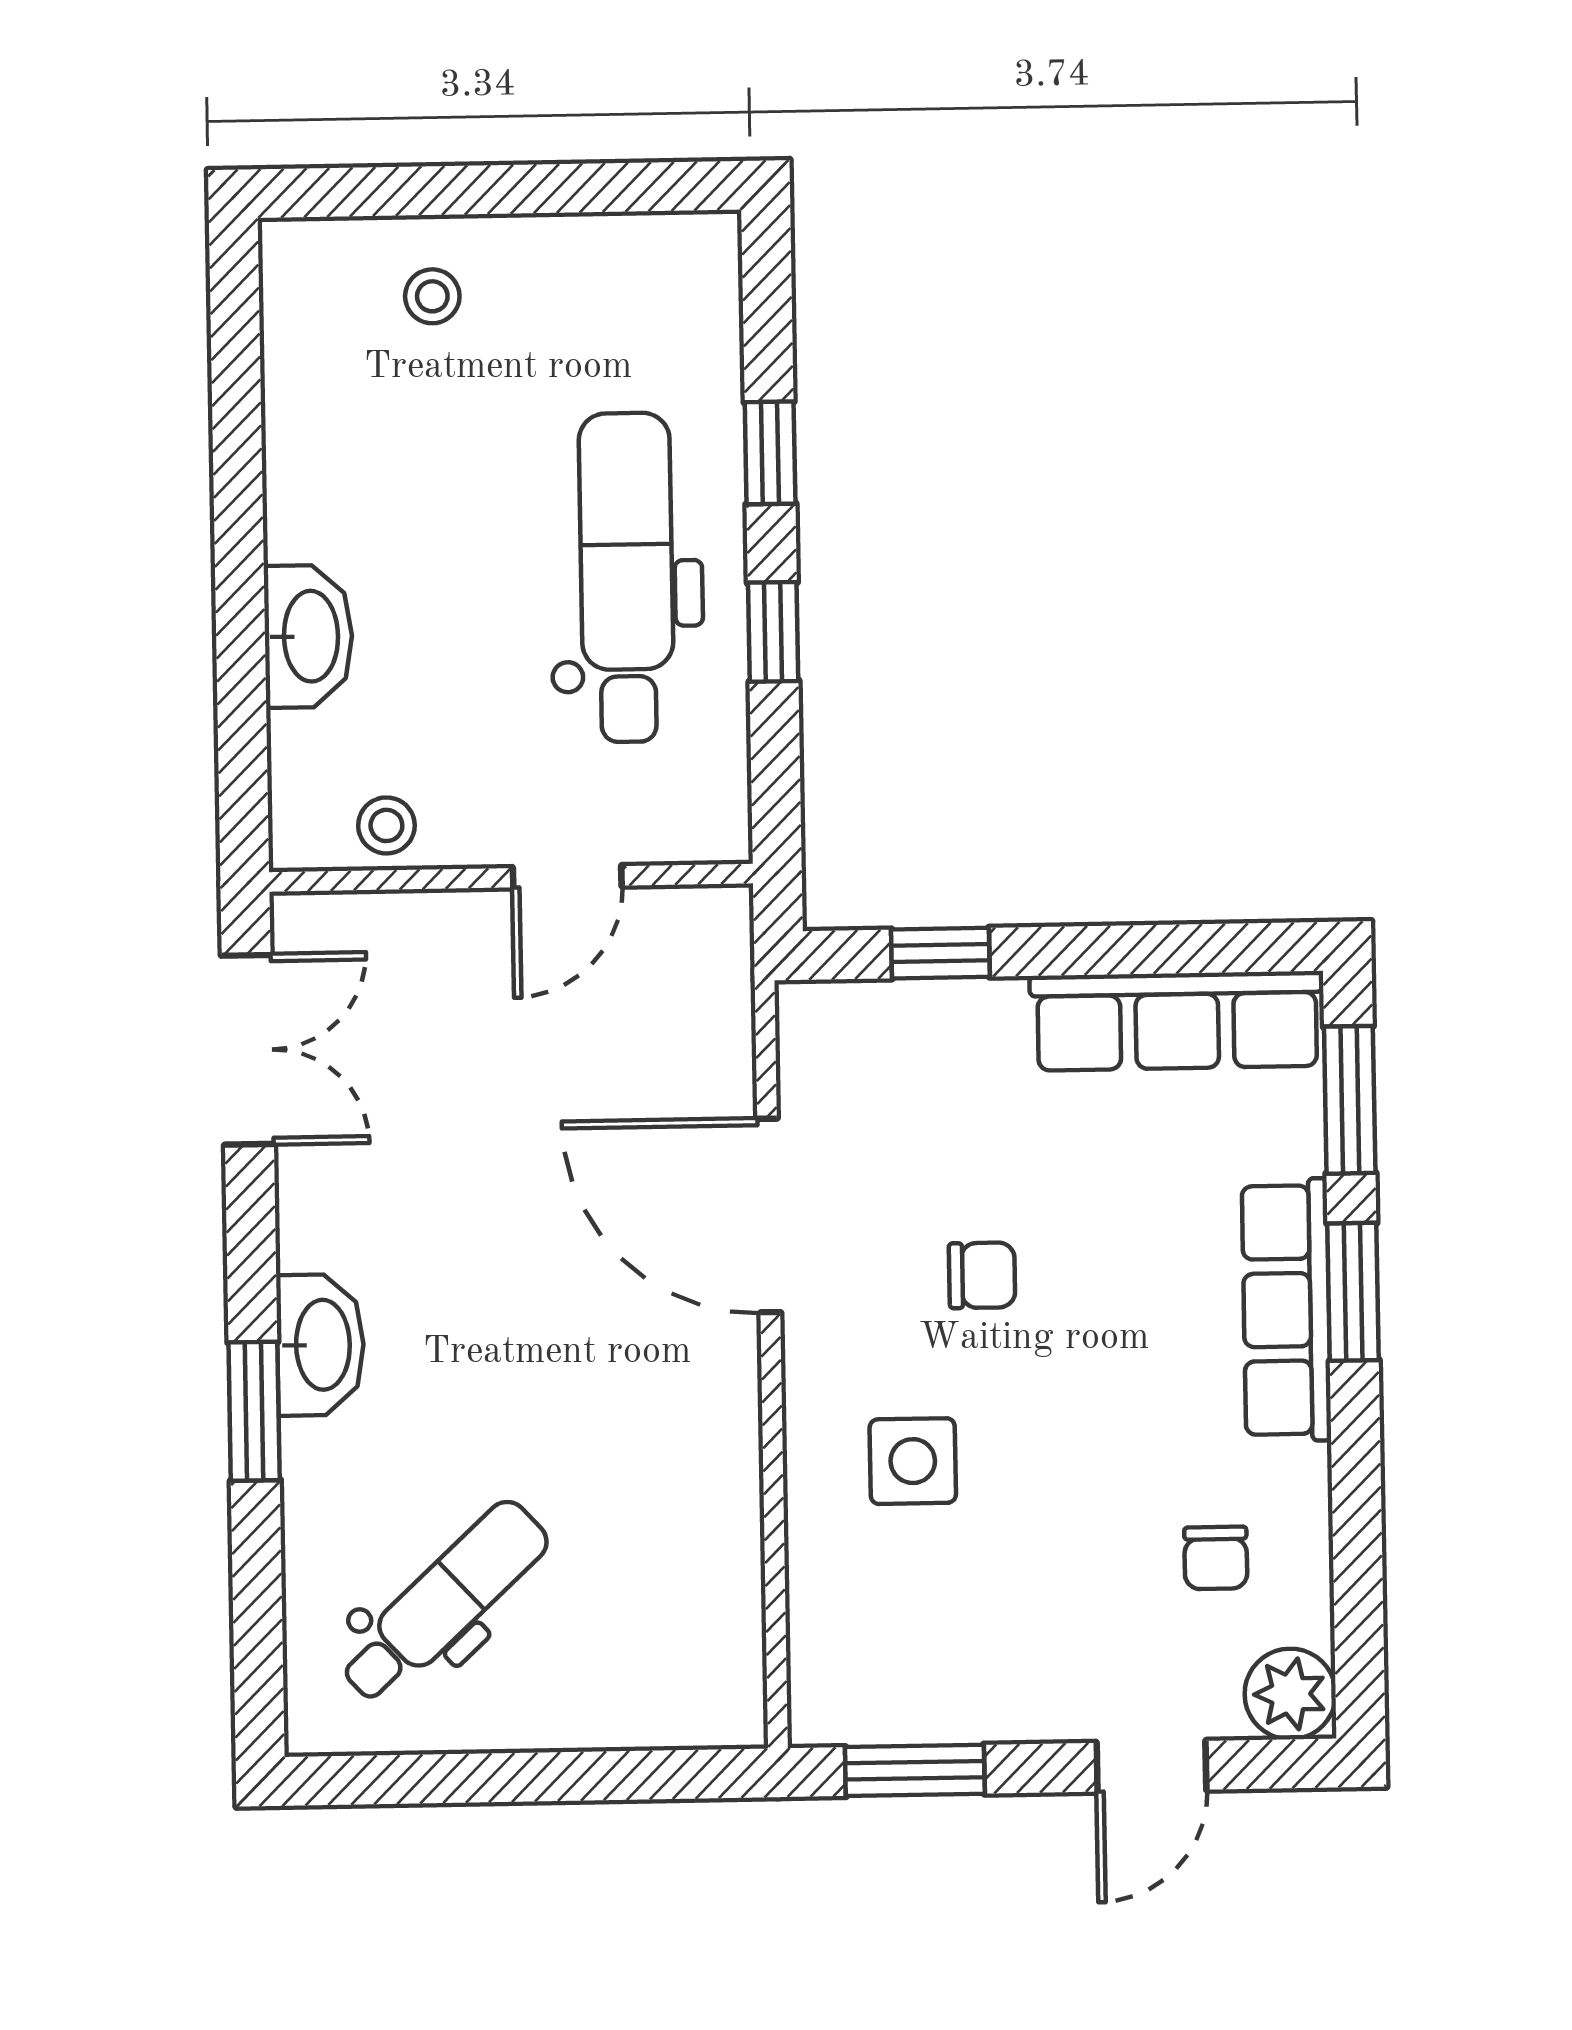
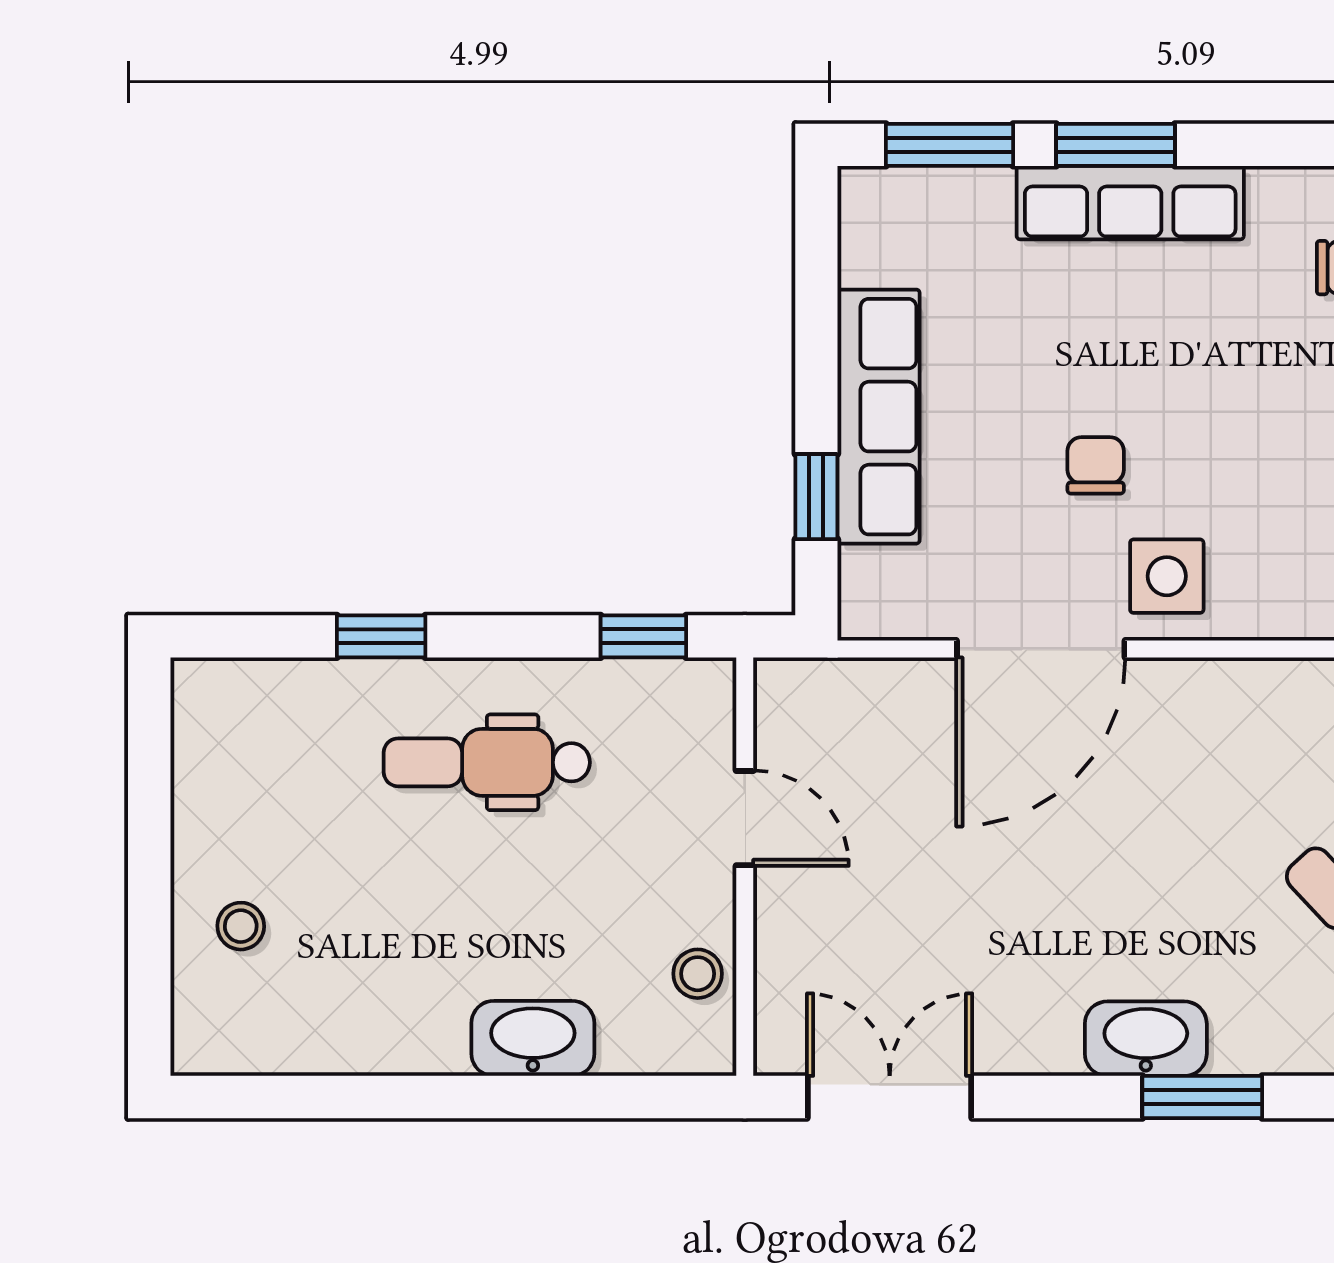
dental chair: (627, 577) -> (487, 762), width x0.73, depth x0.72
window: (773, 632) -> (643, 636), moved
row of seats: (1177, 1021) -> (879, 417), moved
side table: (913, 1461) -> (1167, 576), moved

